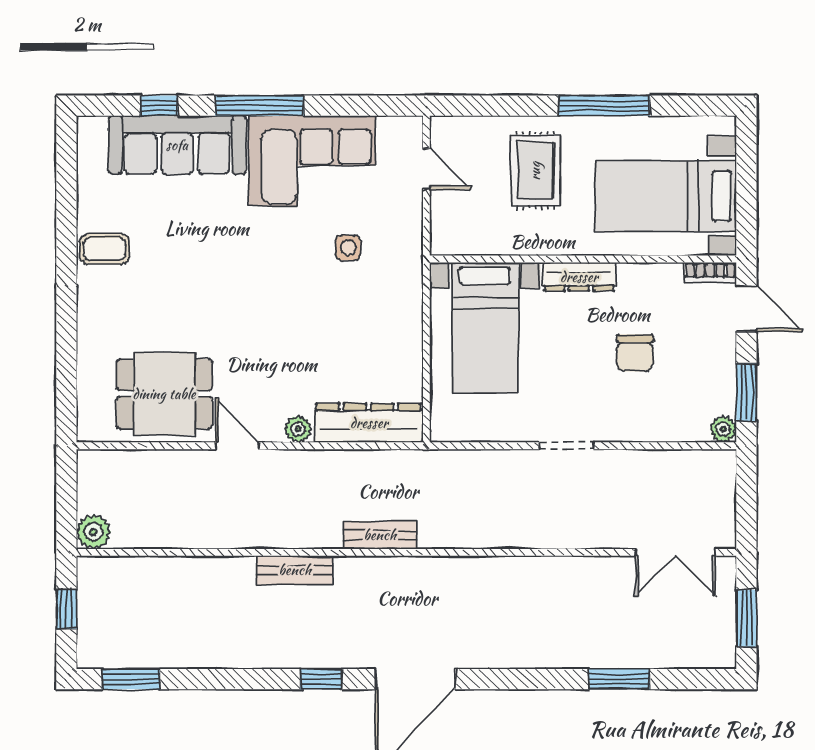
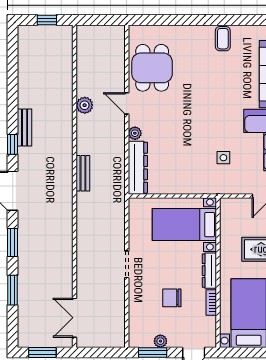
bookcase: (710, 273) -> (211, 302), moved
plant: (723, 429) -> (160, 341), moved
door: (237, 446) -> (127, 103), swing flipped
plant: (94, 532) -> (85, 105), moved
bench: (295, 570) -> (25, 128), moved
window: (131, 679) -> (13, 242), moved

